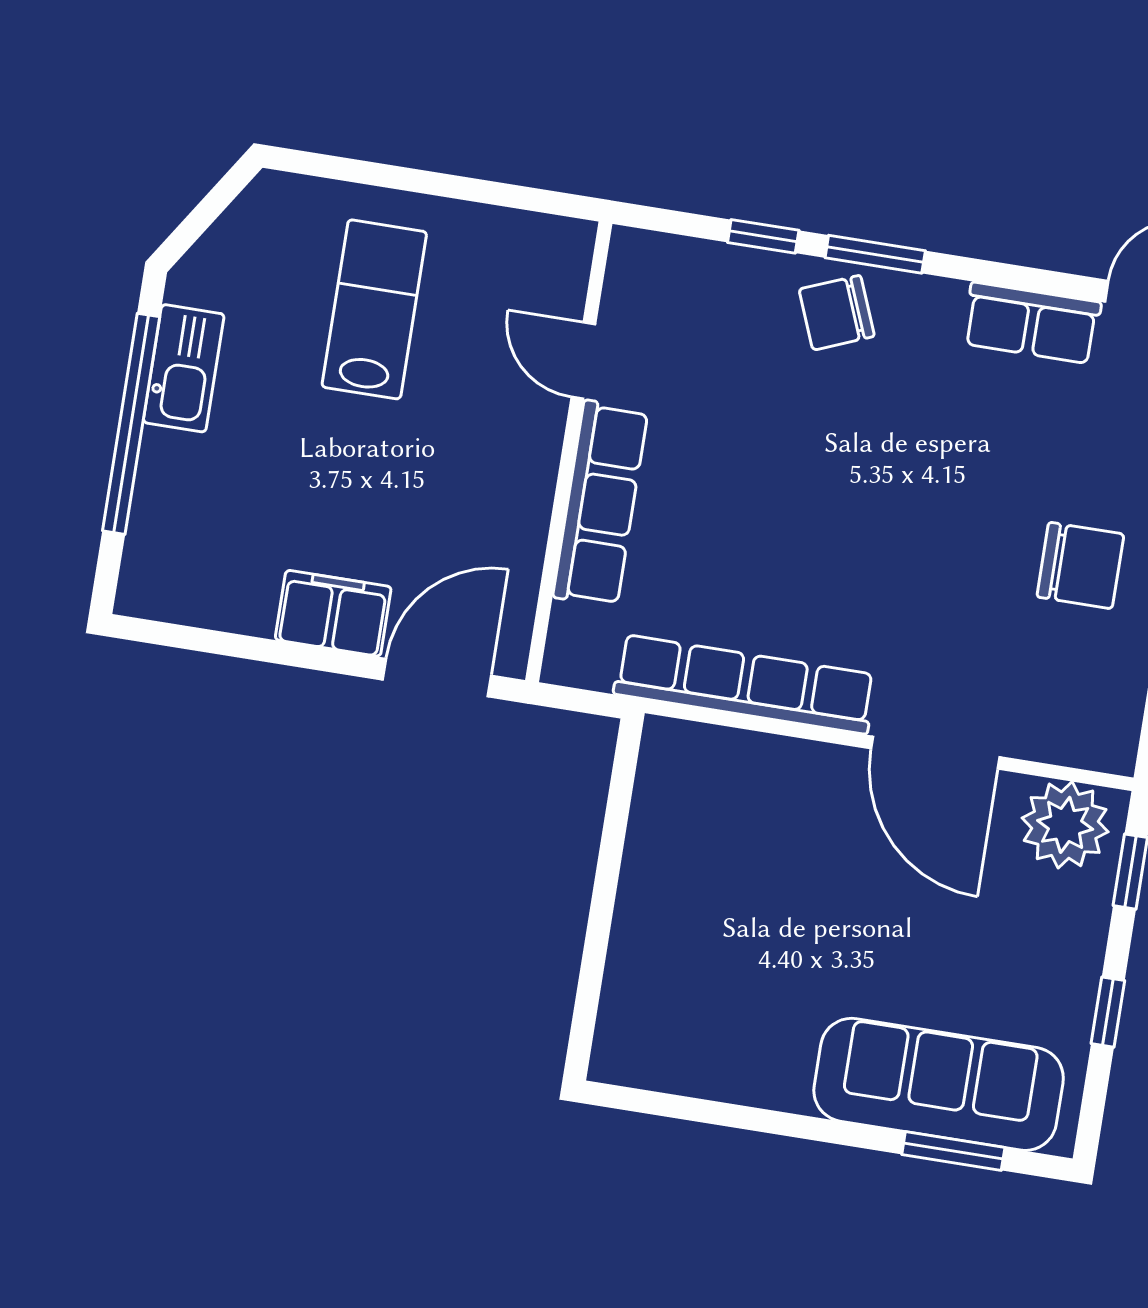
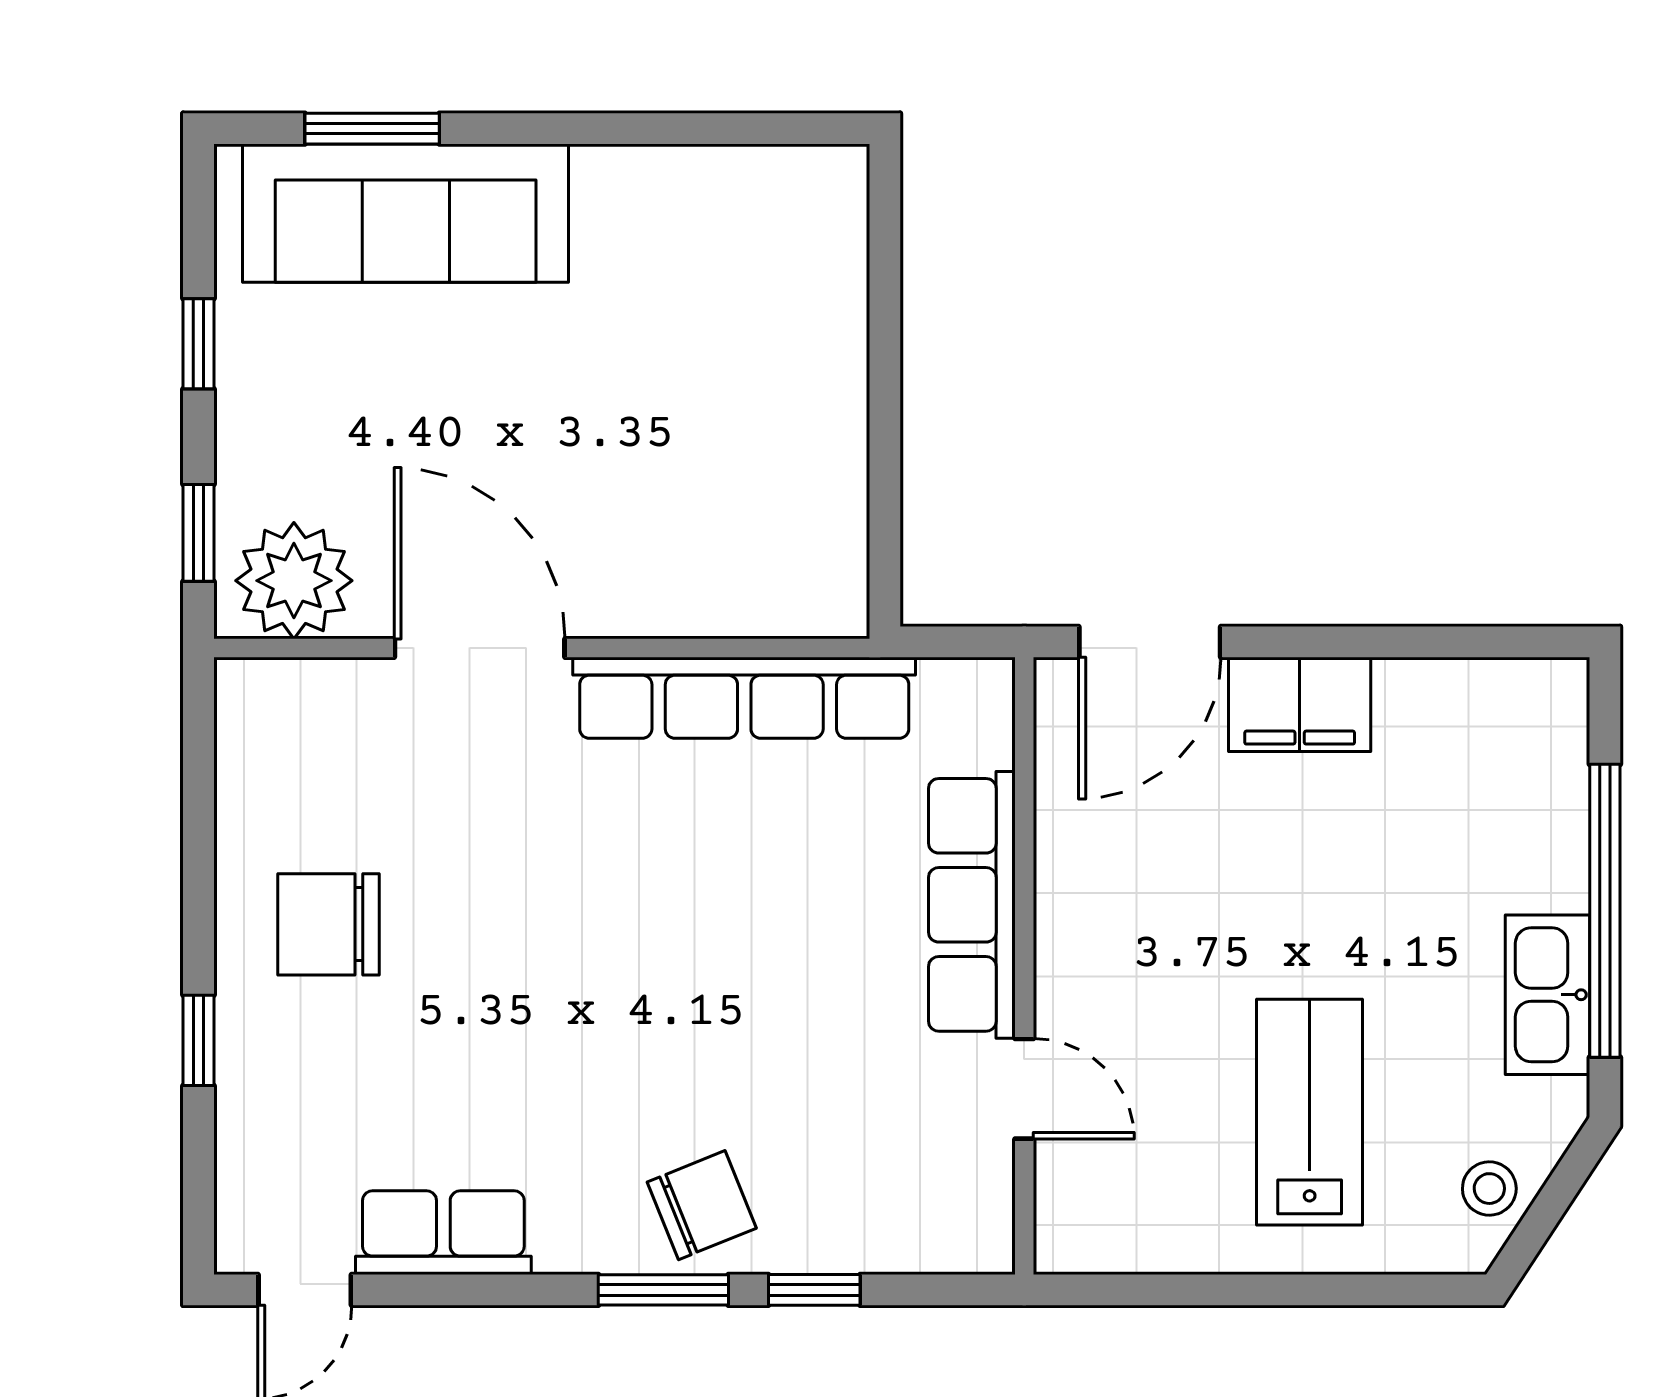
stool: (250, 231) -> (1489, 1189), added
lab bench: (374, 309) -> (1310, 1112), turned 180

